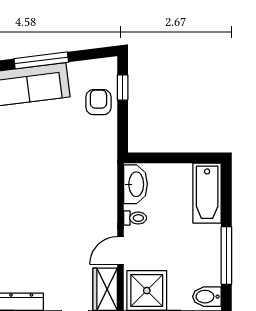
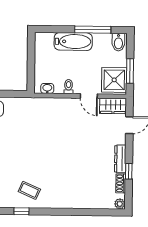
washbasin: (136, 184) -> (47, 88), width x0.52, depth x0.69
bathtub: (207, 193) -> (73, 41), moved

